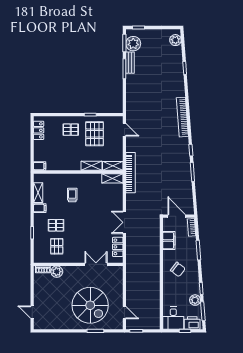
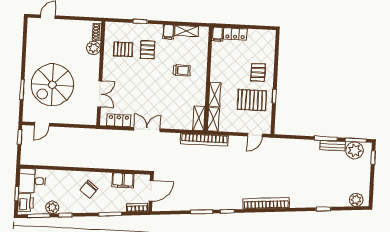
locker: (39, 130) -> (235, 34), moved

